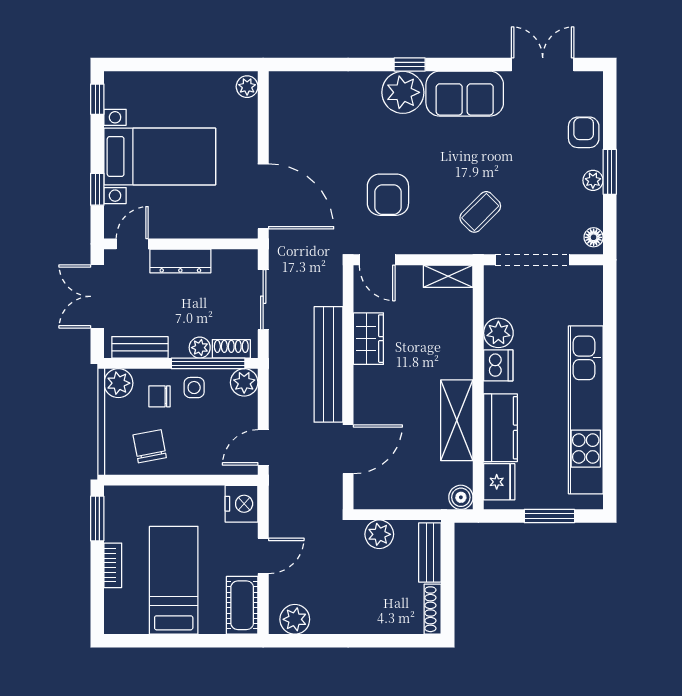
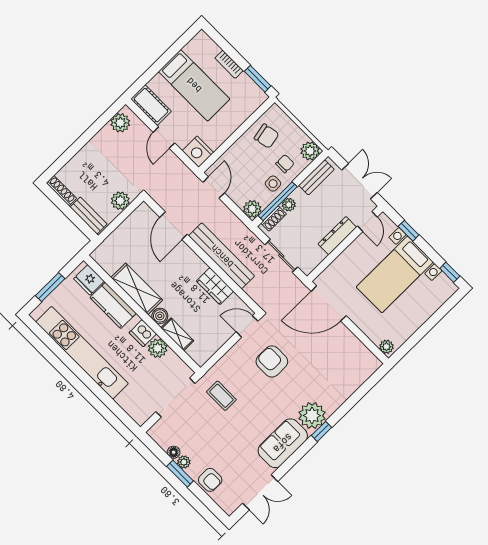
coffee table: (480, 212) -> (221, 396), turned -45
floor lamp: (594, 237) -> (174, 452), moved
shelving: (448, 276) -> (177, 334), moved, turned 90
boiler: (461, 497) -> (160, 316), moved

